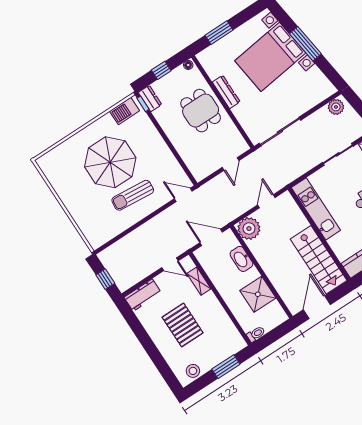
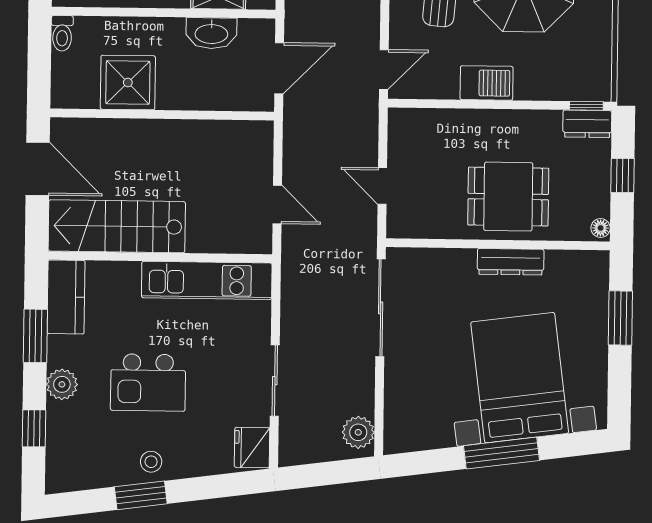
barbecue: (125, 111) -> (487, 83), moved, turned 90
plant: (249, 229) -> (251, 143), removed
washbasin: (241, 259) -> (211, 33), moved, turned 180

